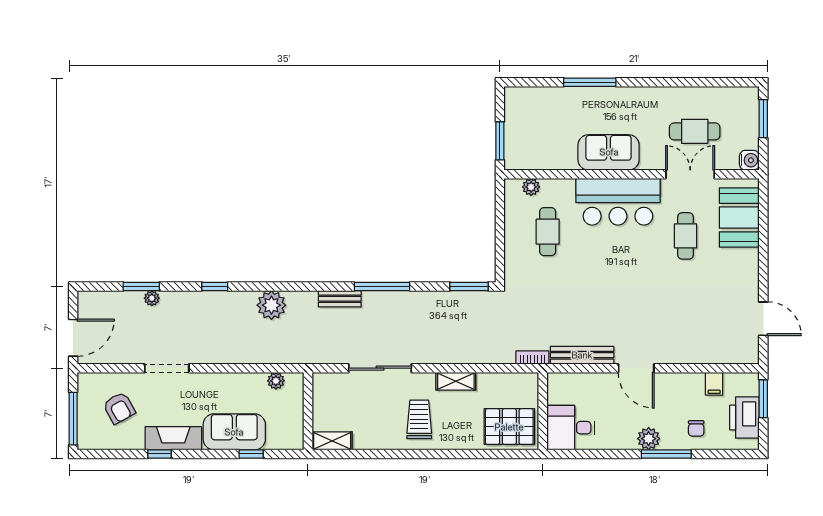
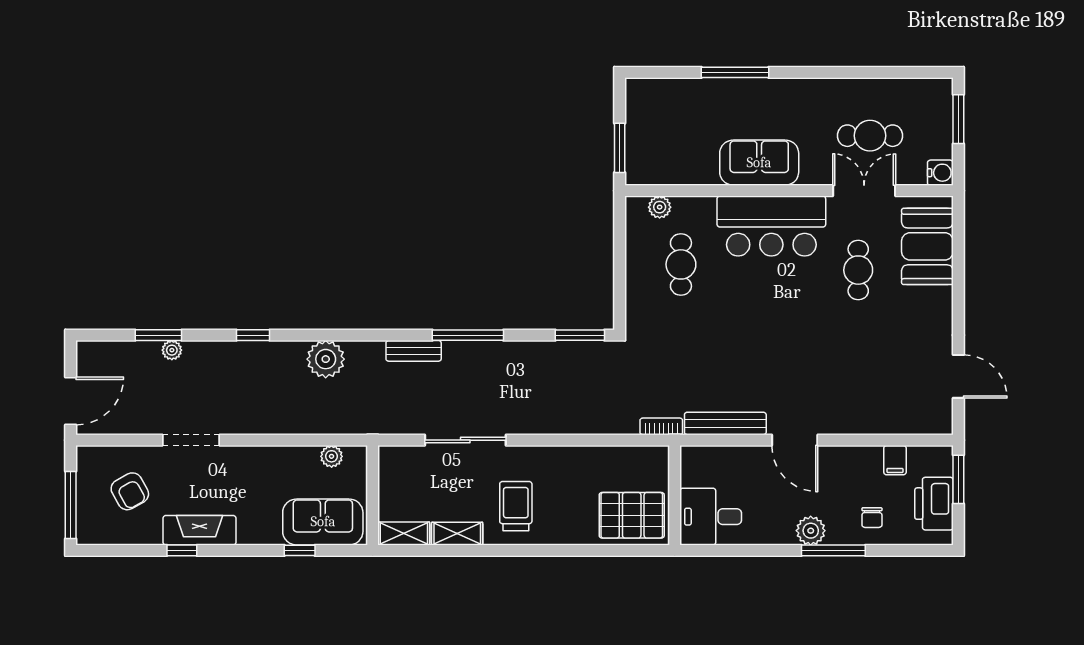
shelving: (456, 381) -> (457, 534), moved
sofa: (234, 432) -> (323, 522), moved

